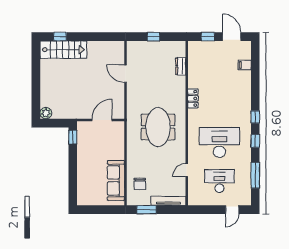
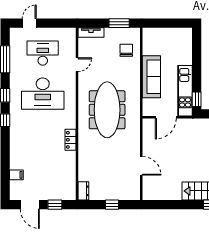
dresser: (181, 66) -> (83, 191), moved
meeting table: (158, 127) -> (107, 110), width x1.36
kitchen unit: (84, 145) -> (185, 91), added
sofa: (116, 180) -> (151, 77), moved
desk: (219, 181) -> (43, 53), turned 180
tv unit: (168, 201) -> (91, 32), width x0.71

